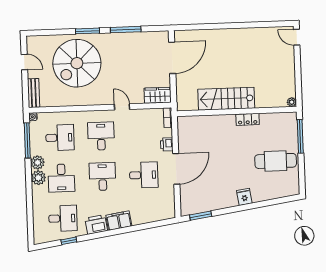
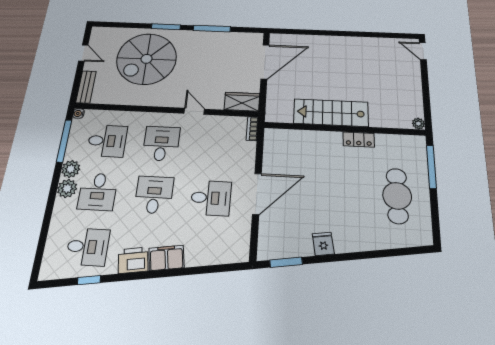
printer: (167, 144) -> (247, 161), removed
cafe table: (276, 161) -> (397, 196), turned 90
fridge: (244, 197) -> (323, 244), moved

